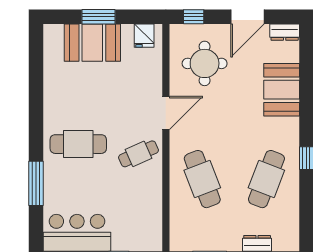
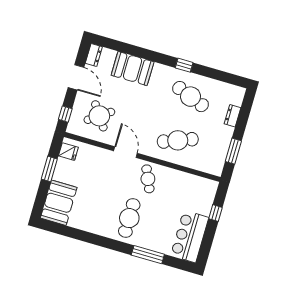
window: (99, 17) -> (49, 169), moved
booth: (92, 43) -> (59, 203), moved
round table: (205, 63) -> (99, 116), turned -35

